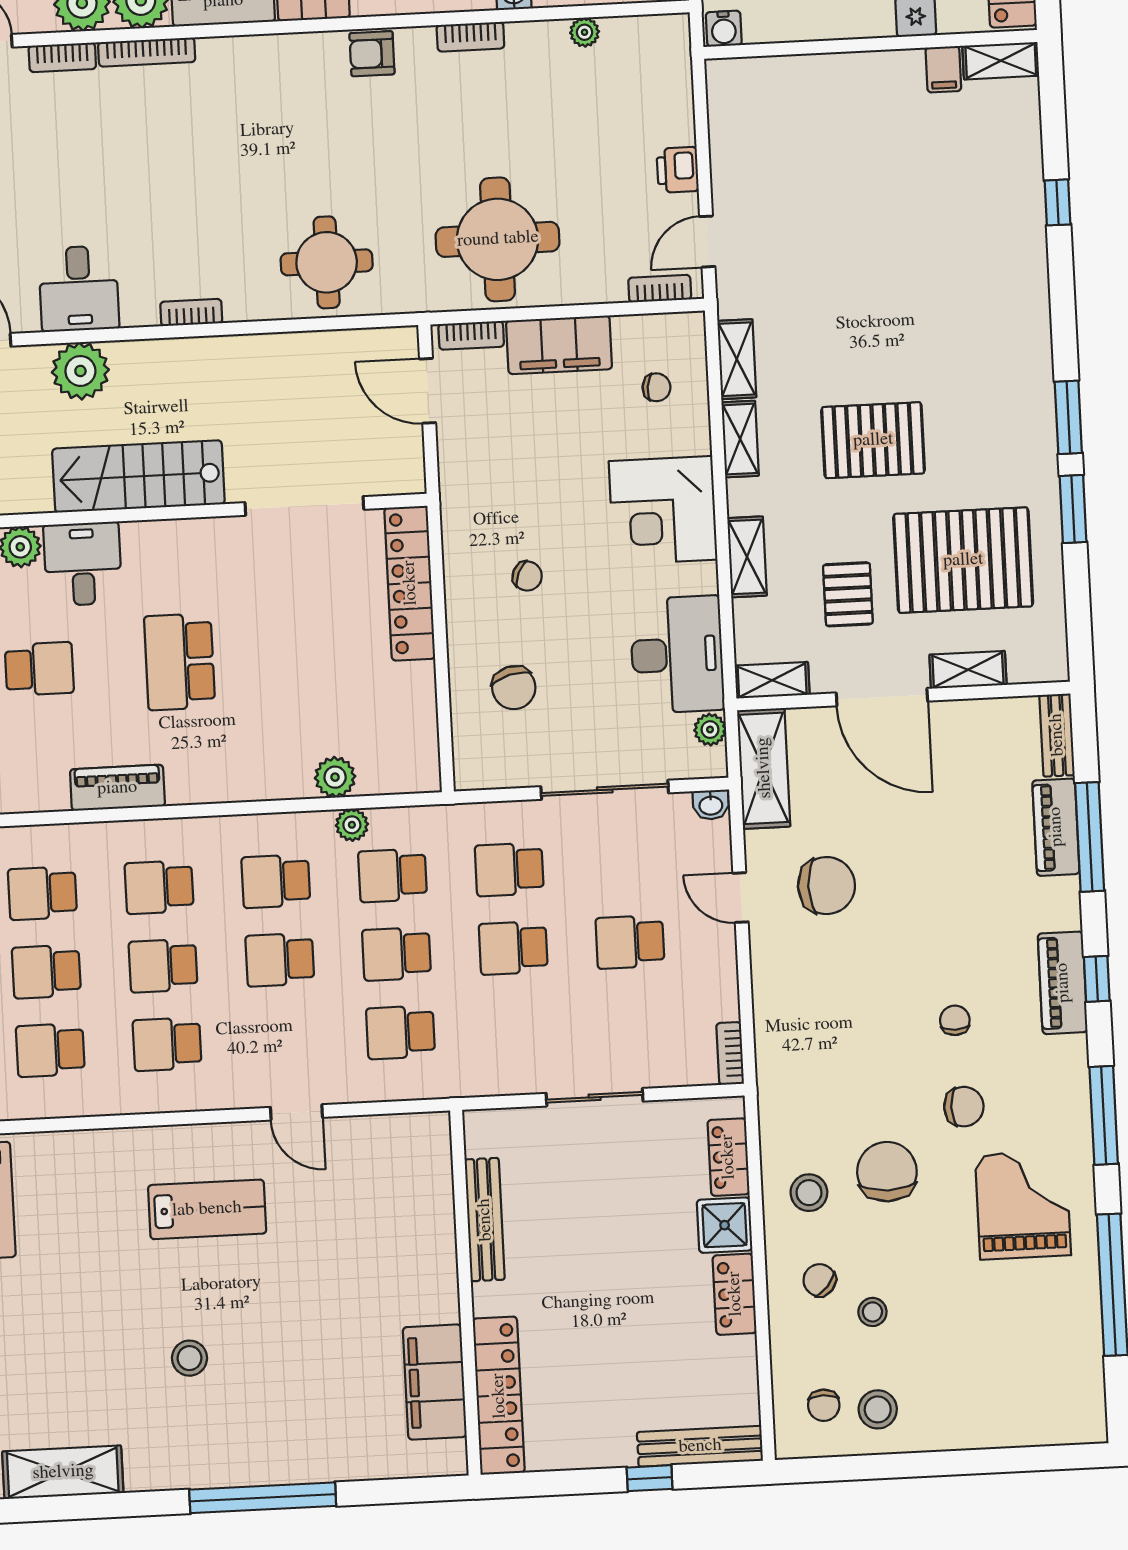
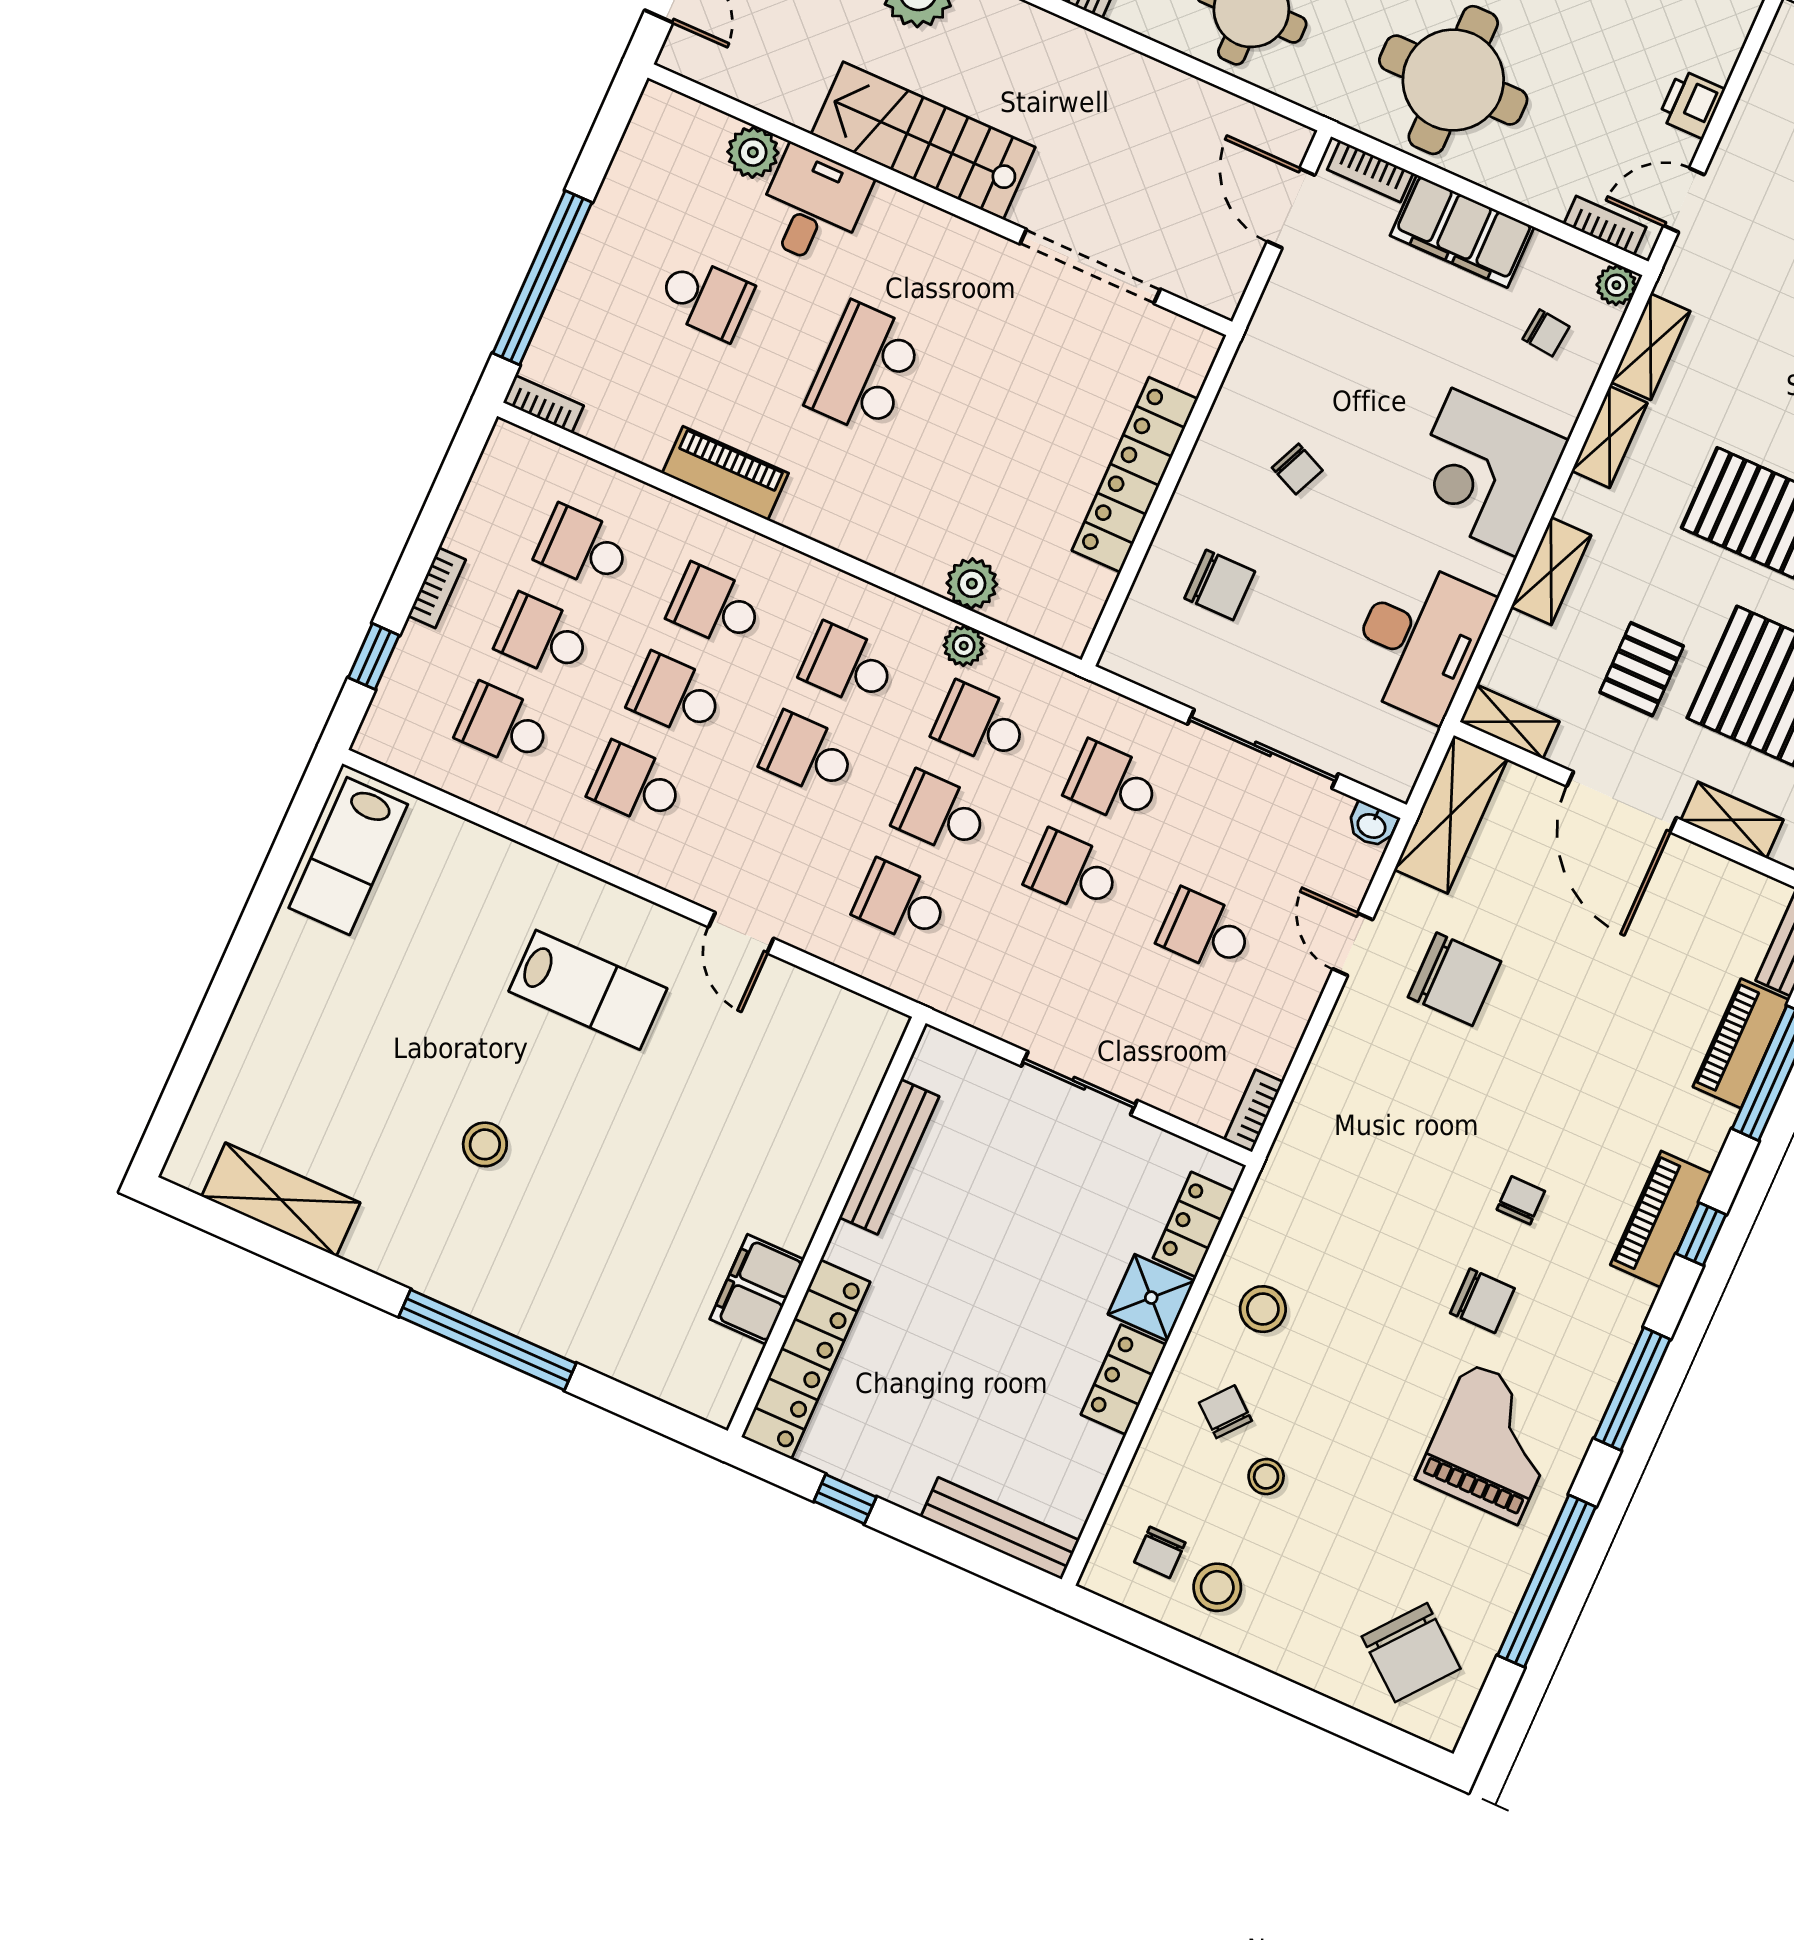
locker: (410, 583) -> (1135, 475), moved
chair: (514, 688) -> (1220, 585), turned -75
plant: (710, 730) -> (1616, 285), moved
chair: (887, 1172) -> (1411, 1653), moved, turned 129
filing cabinet: (435, 1382) -> (757, 1289), width x0.67, depth x0.86
window: (650, 1478) -> (845, 1499), moved

